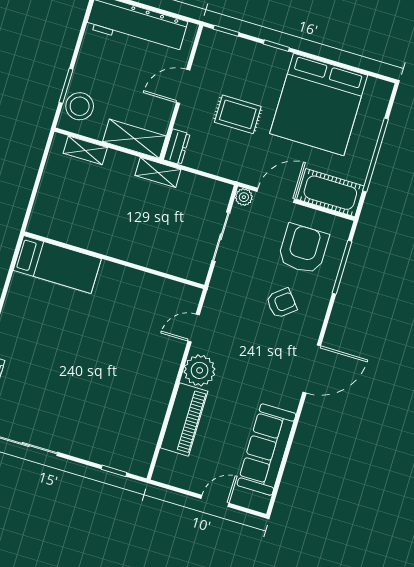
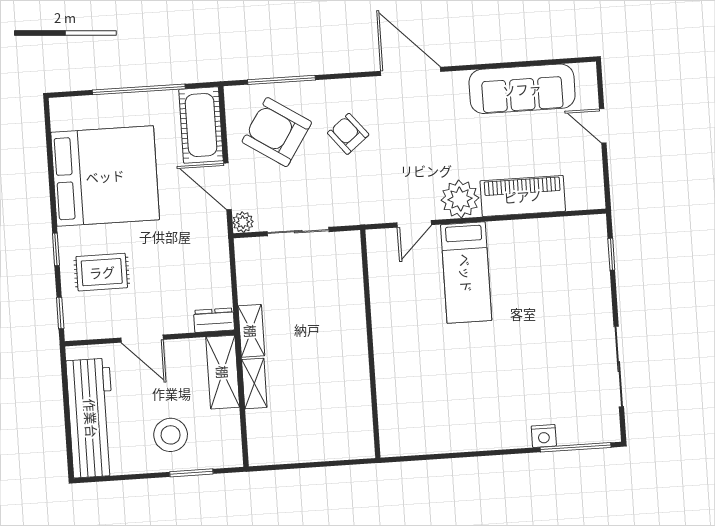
stool: (80, 106) -> (171, 435), moved
rug: (238, 114) -> (102, 272), moved, turned 90
shelving: (85, 150) -> (254, 383), moved
armchair: (303, 249) -> (277, 132), turned 33
bed: (57, 264) -> (466, 273), moved, turned 180
door: (194, 328) -> (414, 224), hinge flipped

